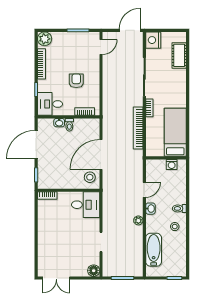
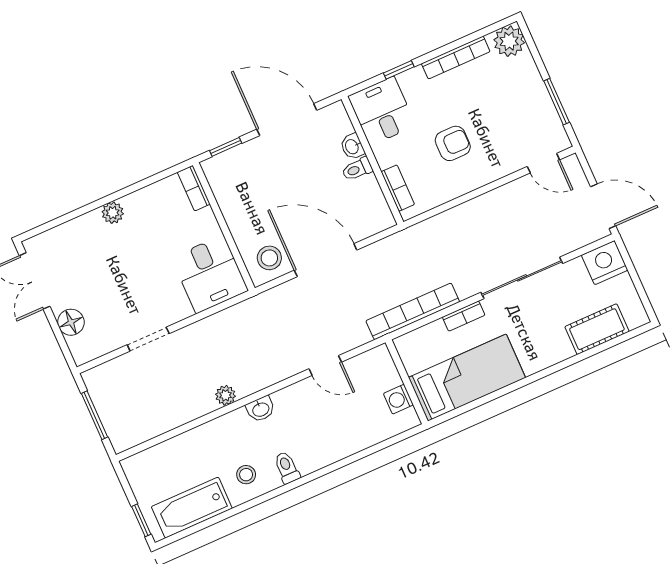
bed: (175, 132) -> (467, 378), moved
wall: (166, 158) -> (407, 382), moved
washing machine: (172, 164) -> (398, 399), moved
door: (144, 190) -> (325, 365), moved
plant: (42, 233) -> (113, 213), added
bathtub: (154, 250) -> (192, 508), moved, turned 180
floor lamp: (94, 271) -> (71, 322), moved

